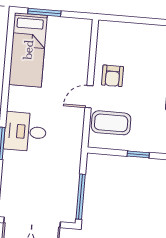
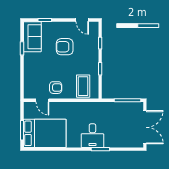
bed: (28, 50) -> (45, 133), width x1.50
door: (89, 97) -> (42, 100), moved

